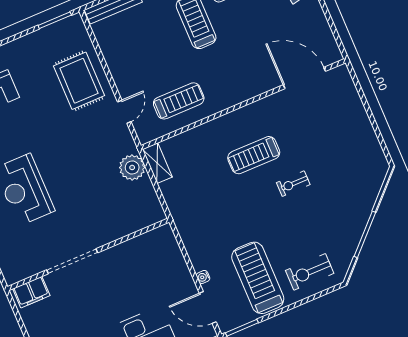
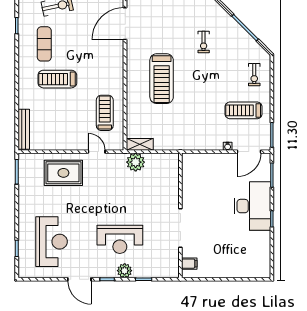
treadmill: (254, 155) -> (162, 79), width x1.37, depth x1.38
exercise bike: (293, 184) -> (204, 42), moved
exercise bike: (310, 272) -> (254, 75), width x0.73, depth x0.72
treadmill: (258, 278) -> (244, 110), width x0.73, depth x0.73
filing cabinet: (31, 292) -> (189, 264), width x0.50

